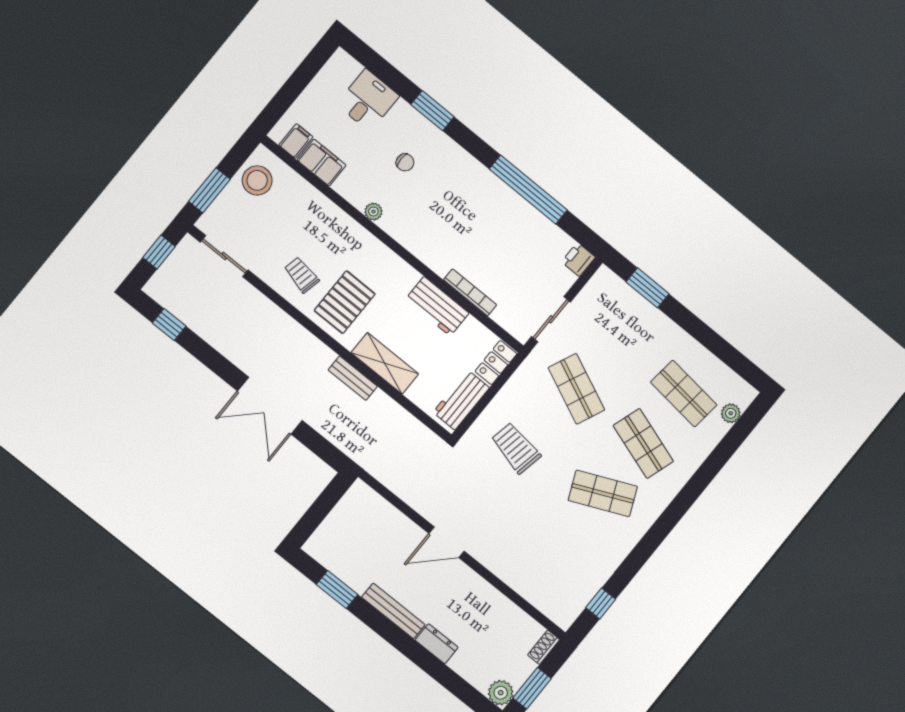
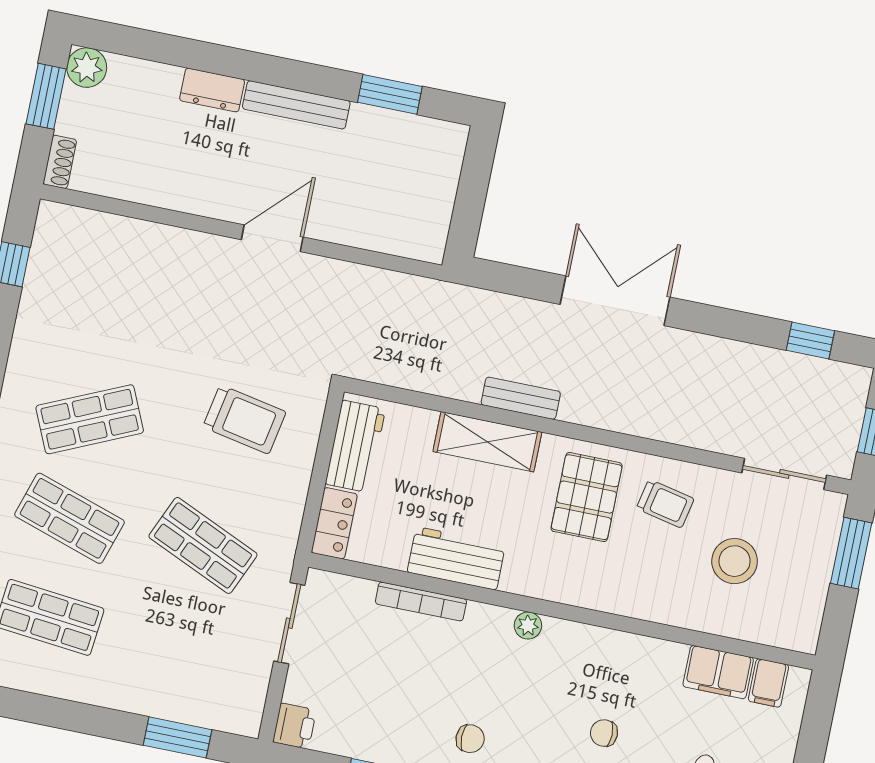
stool: (257, 180) -> (735, 561), moved
chair: (483, 200) -> (470, 739), added
plant: (373, 212) -> (528, 625), moved

